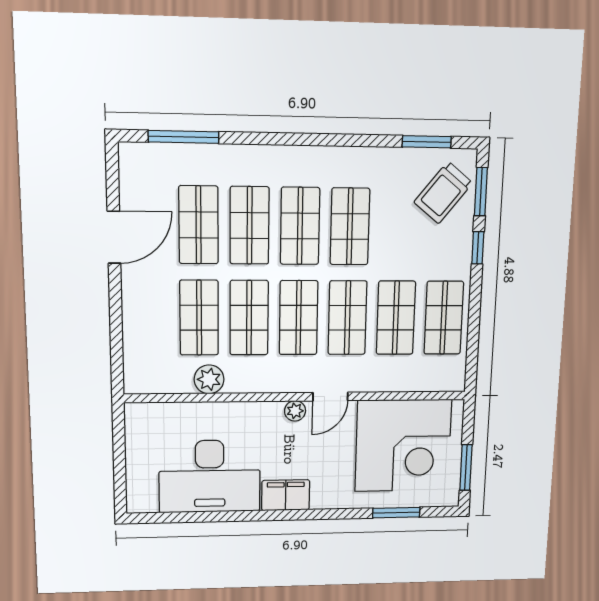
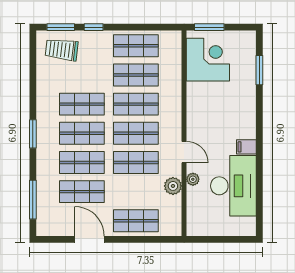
window: (427, 142) -> (33, 134), moved
trolley: (443, 193) -> (62, 50), turned 148
shop shelf: (199, 318) -> (136, 221), moved
door: (330, 397) -> (184, 152), moved
plant: (295, 411) -> (193, 179), moved
corner desk: (403, 446) -> (208, 60), width x0.74, depth x0.74
window: (466, 468) -> (209, 27), moved
filing cabinet: (286, 495) -> (246, 147), width x0.50

